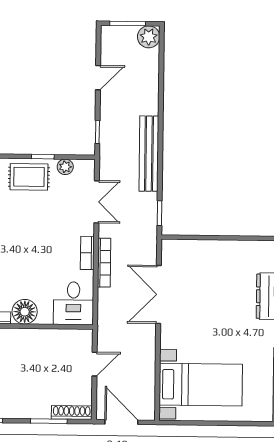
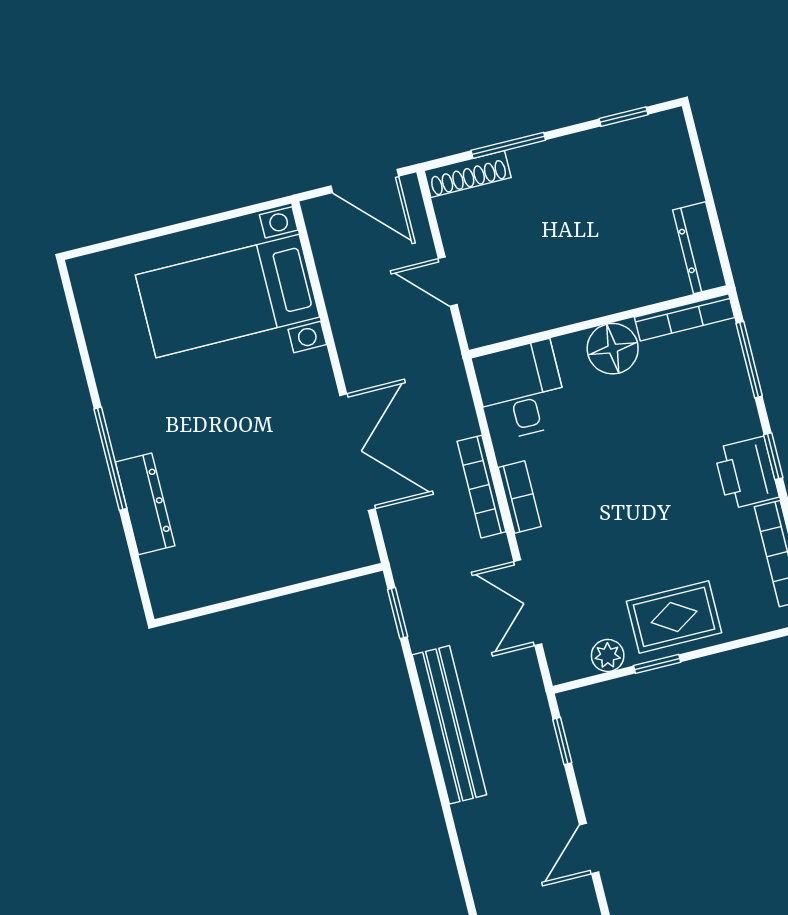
door: (95, 364) -> (448, 282), hinge flipped

